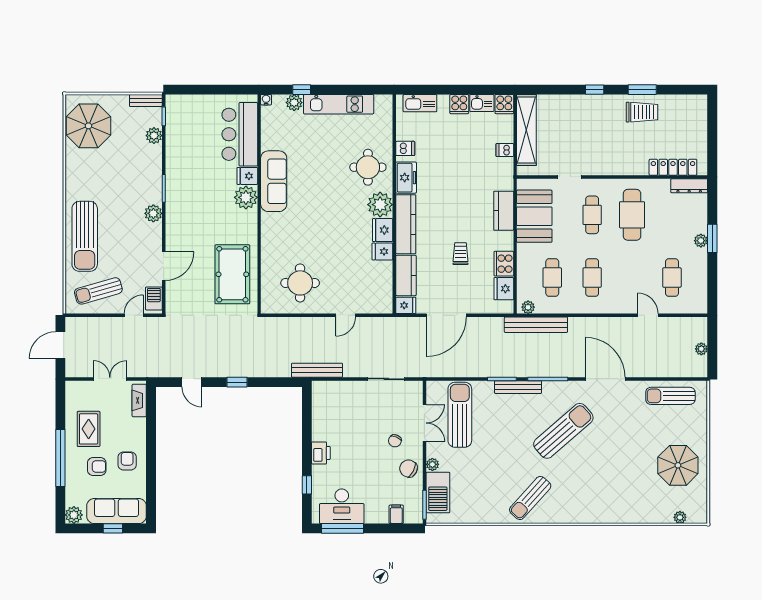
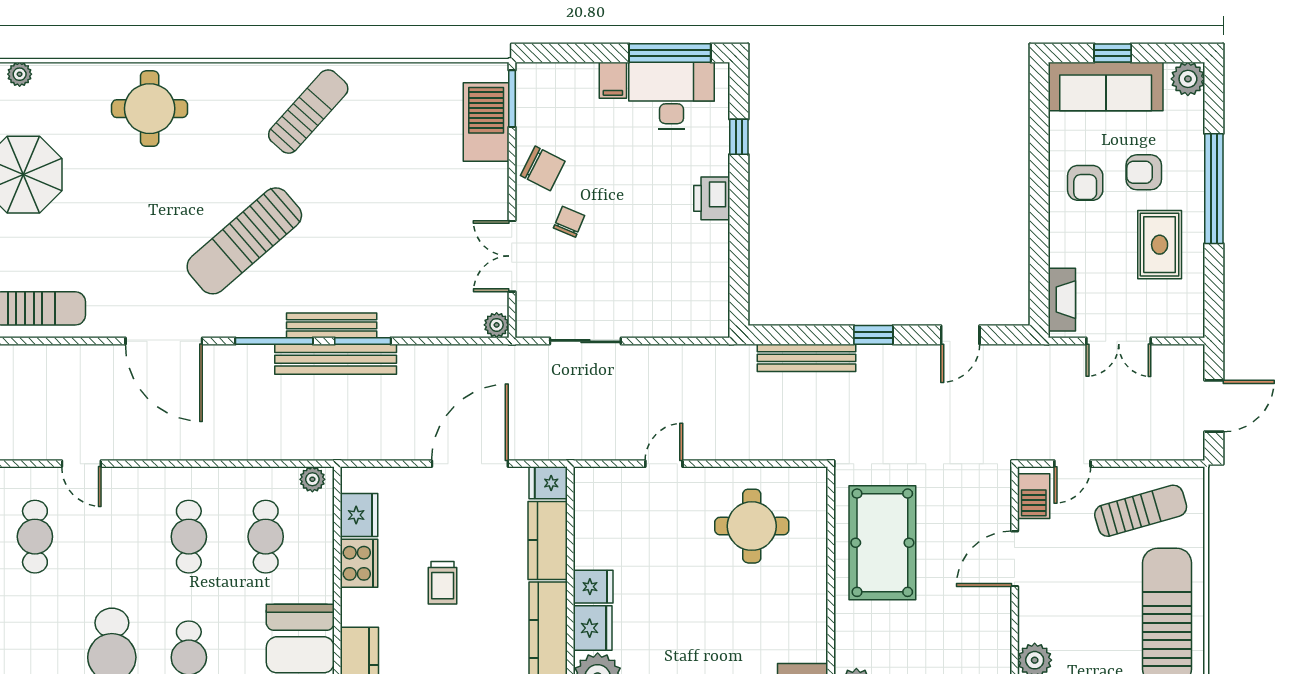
bench: (536, 325) -> (336, 359), moved
bench: (317, 370) -> (806, 358), moved
door: (192, 382) -> (960, 335), swing flipped
sun lounger: (460, 415) -> (444, 272), removed
plant: (432, 464) -> (497, 325), moved
round table: (612, 500) -> (150, 109), added
filing cabinet: (396, 514) -> (613, 80), moved

